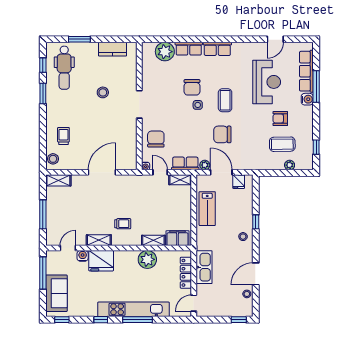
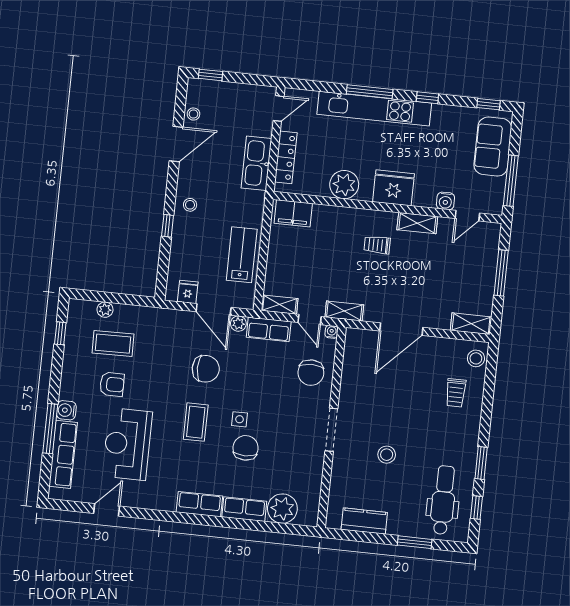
shelving: (153, 240) -> (344, 311), moved
fridge: (101, 261) -> (393, 188), moved

